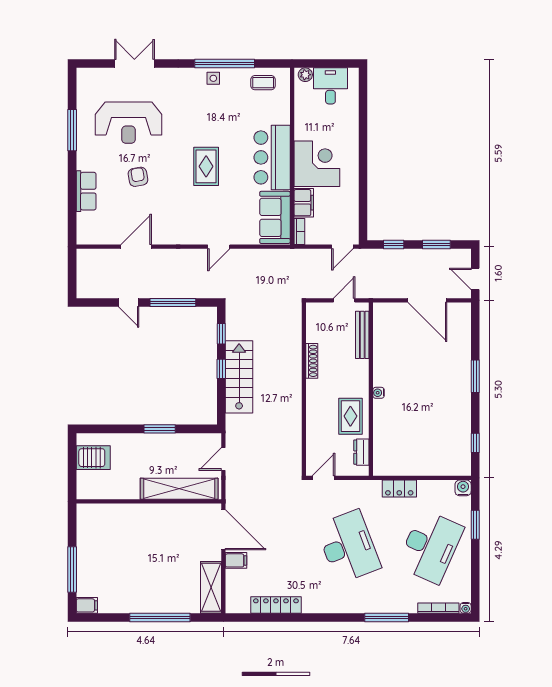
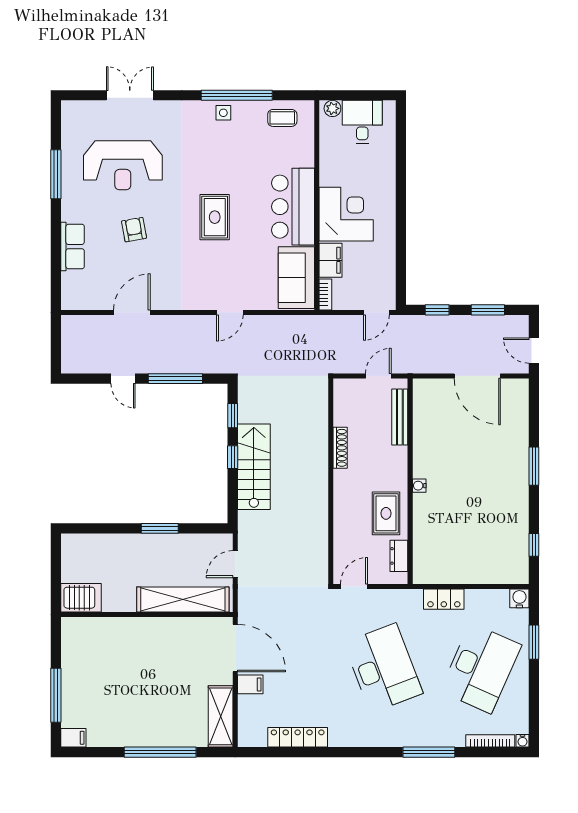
server rack: (93, 458) -> (81, 598), moved

